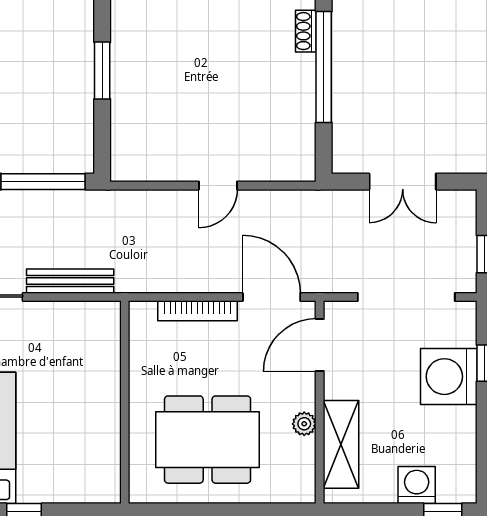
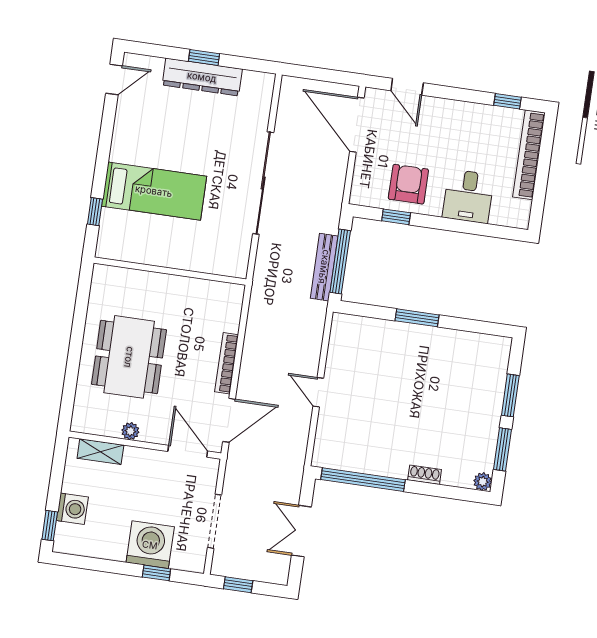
window: (324, 67) -> (363, 480), moved
bench: (70, 281) -> (324, 267), moved
doorway: (406, 297) -> (214, 521), width x0.73
wall: (125, 402) -> (170, 271), moved
shelving: (341, 444) -> (100, 452), width x0.67, depth x0.75

